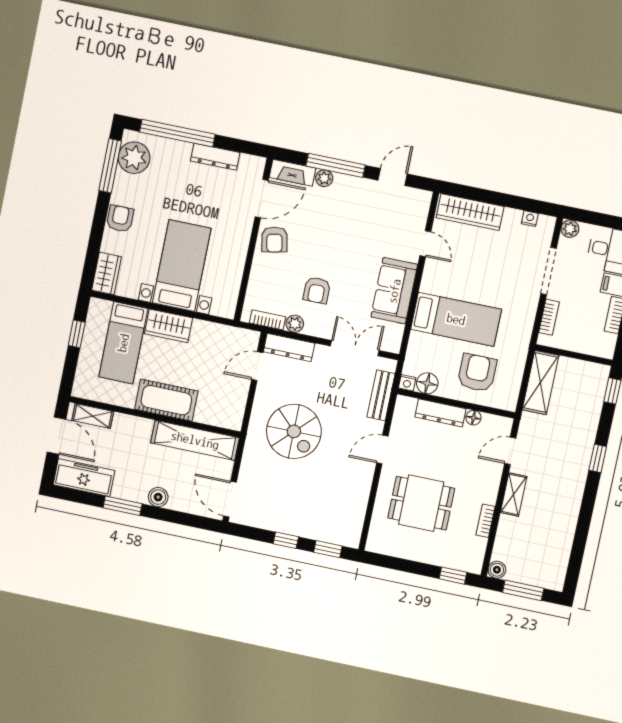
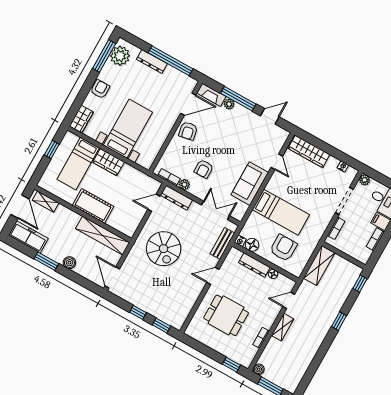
window: (177, 133) -> (170, 61), moved
dresser: (215, 157) -> (152, 61), moved

